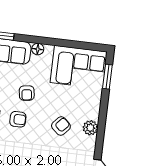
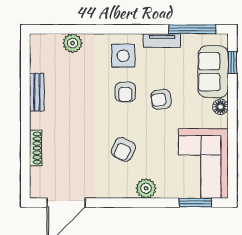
armchair: (61, 126) -> (123, 149), turned 72
plant: (90, 128) -> (146, 188), moved

